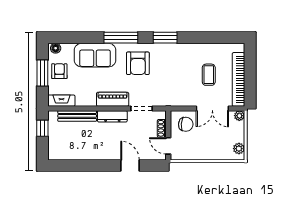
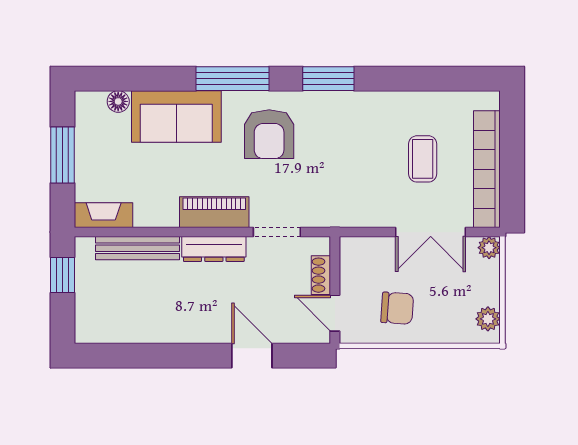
floor lamp: (56, 48) -> (118, 101), moved
armchair: (59, 71) -> (99, 151), removed
chair: (186, 124) -> (397, 308), moved

